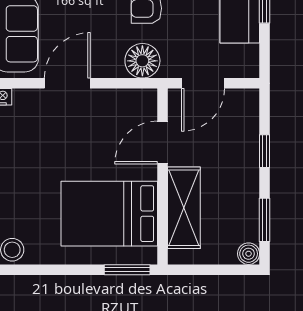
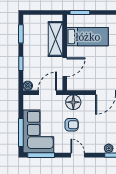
bed: (109, 214) -> (88, 37), width x0.67
boiler: (249, 254) -> (28, 86), moved

